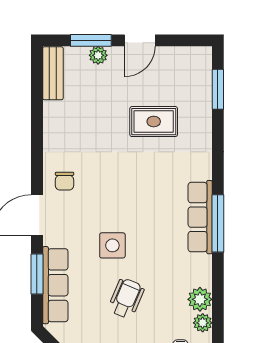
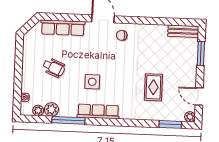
door: (140, 40) -> (199, 96), moved
plant: (98, 55) -> (190, 117), moved
window: (218, 223) -> (68, 120), moved
side table: (112, 245) -> (92, 82), moved
window: (37, 274) -> (70, 18), removed

